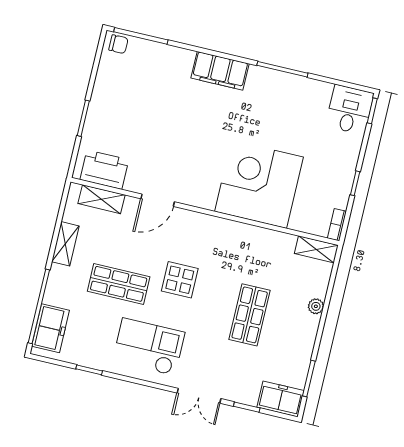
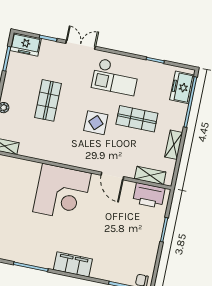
corner desk: (259, 184) -> (62, 192), moved
door: (158, 200) -> (112, 176), swing flipped

